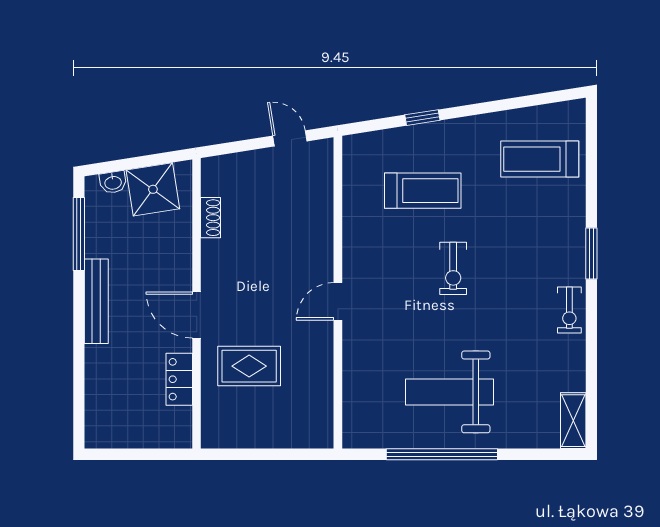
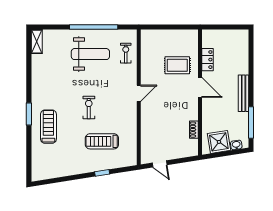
treadmill: (540, 159) -> (48, 127), moved, turned -90
exercise bike: (569, 310) -> (126, 53), moved

